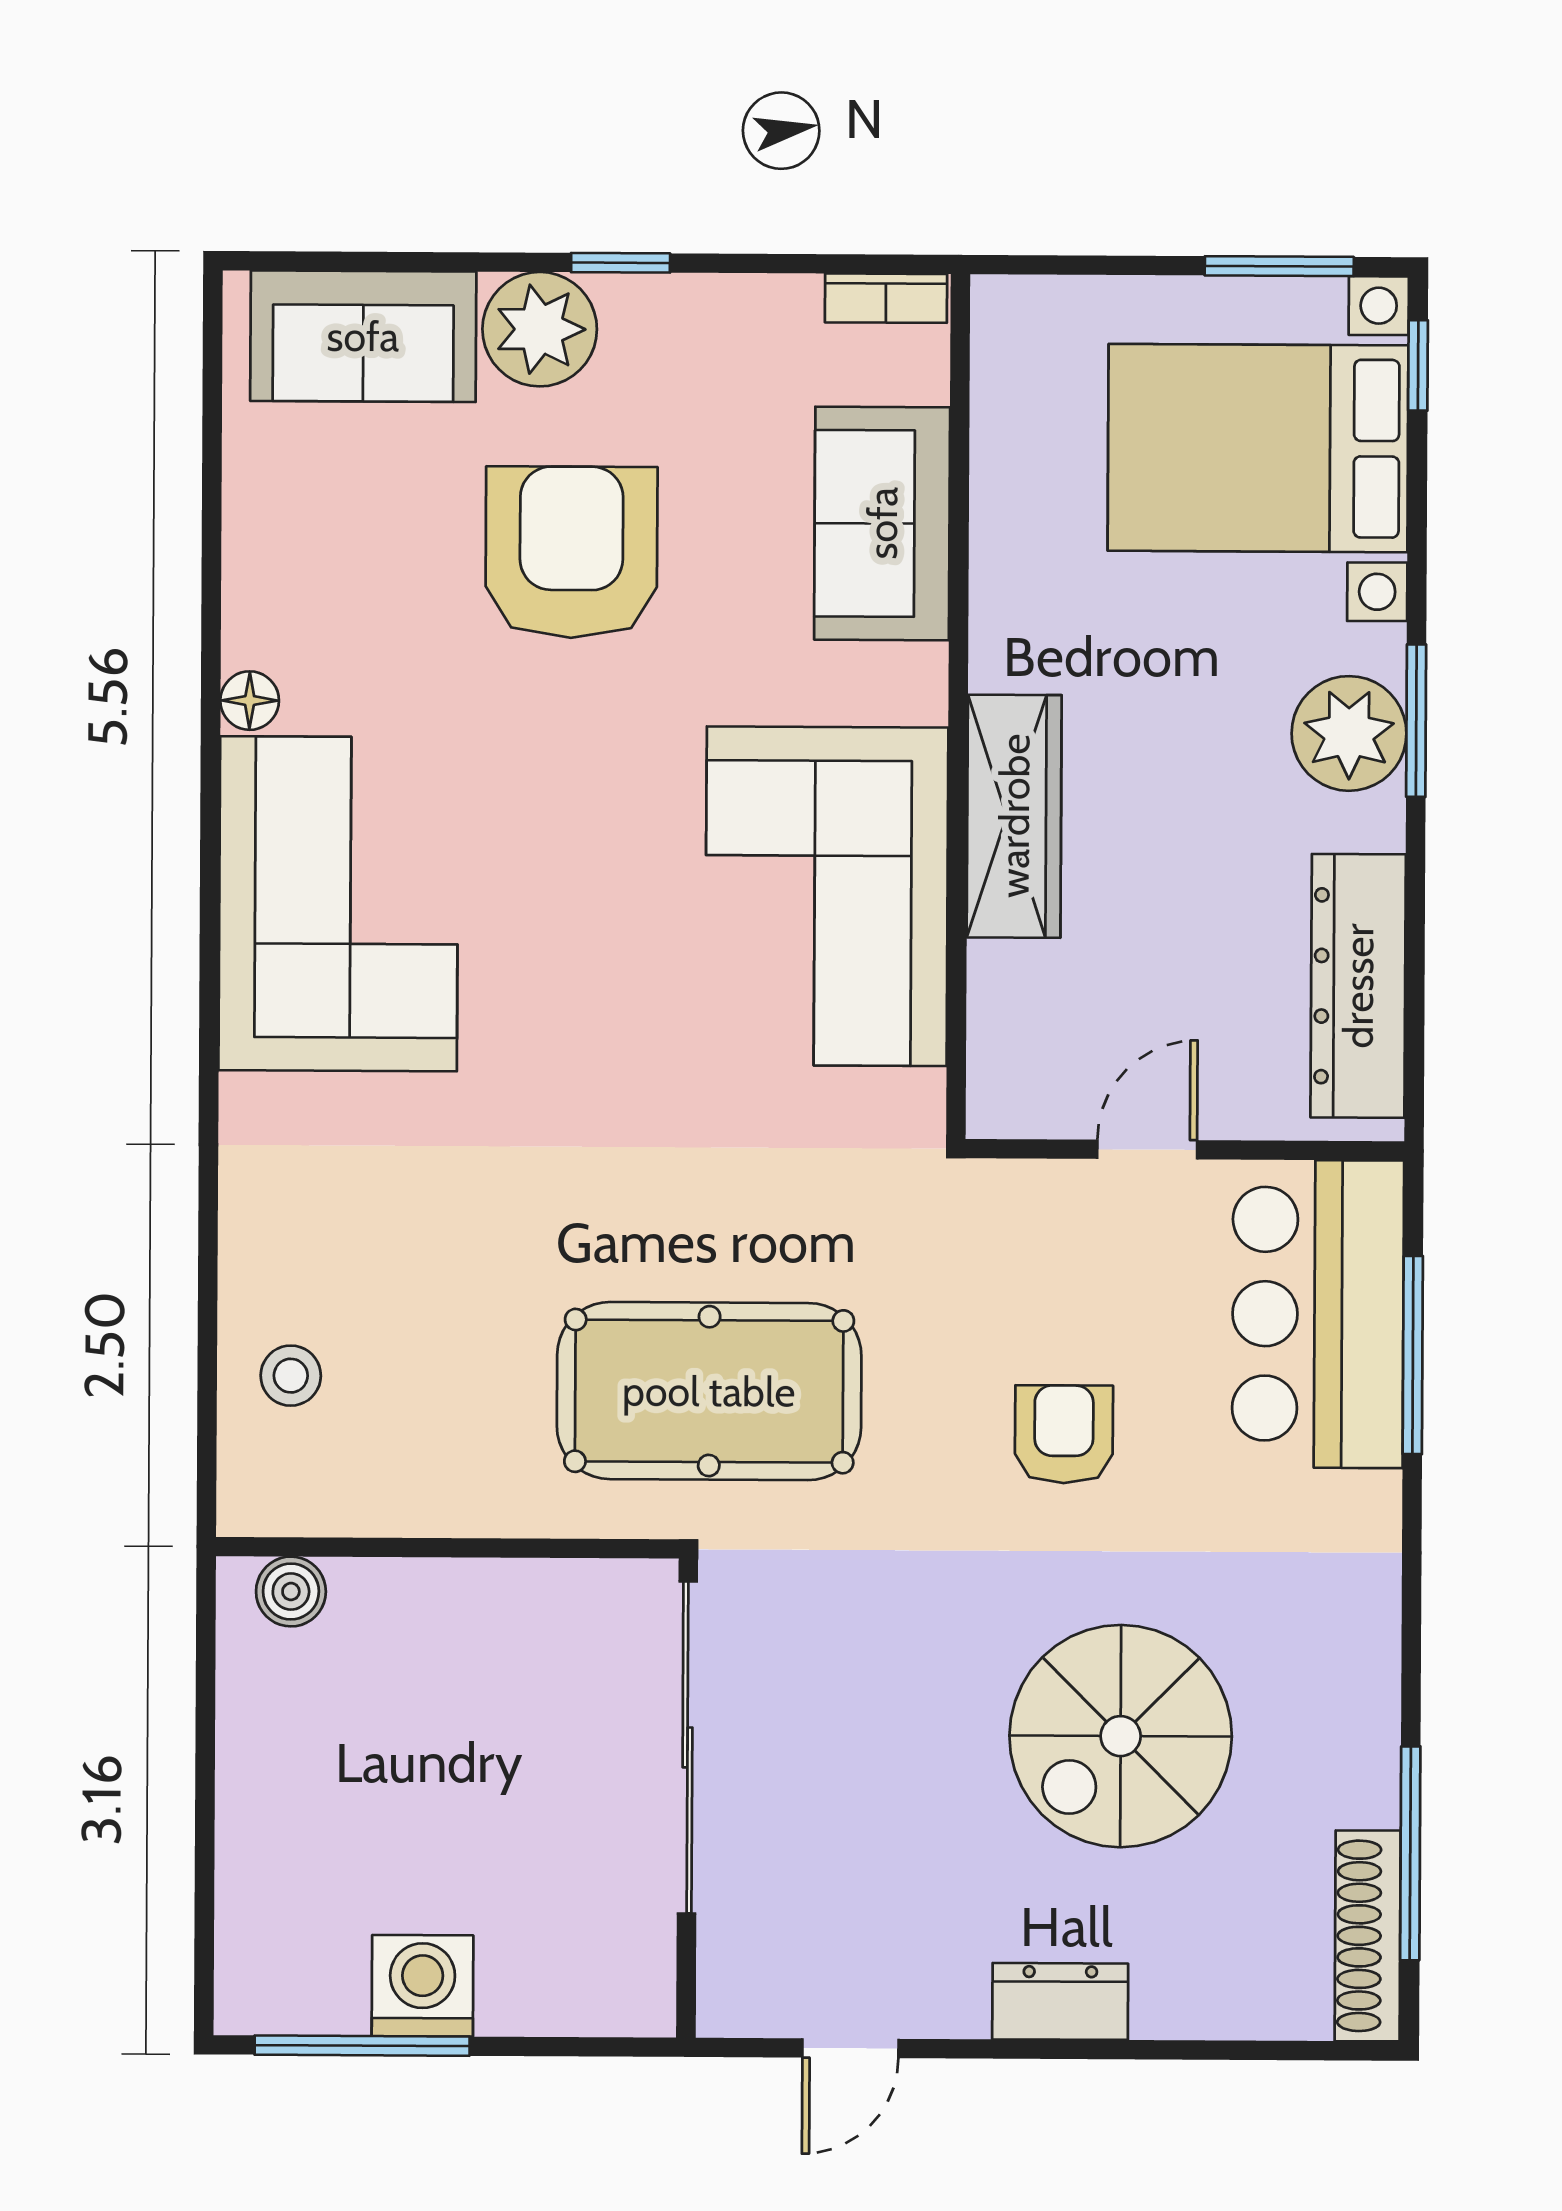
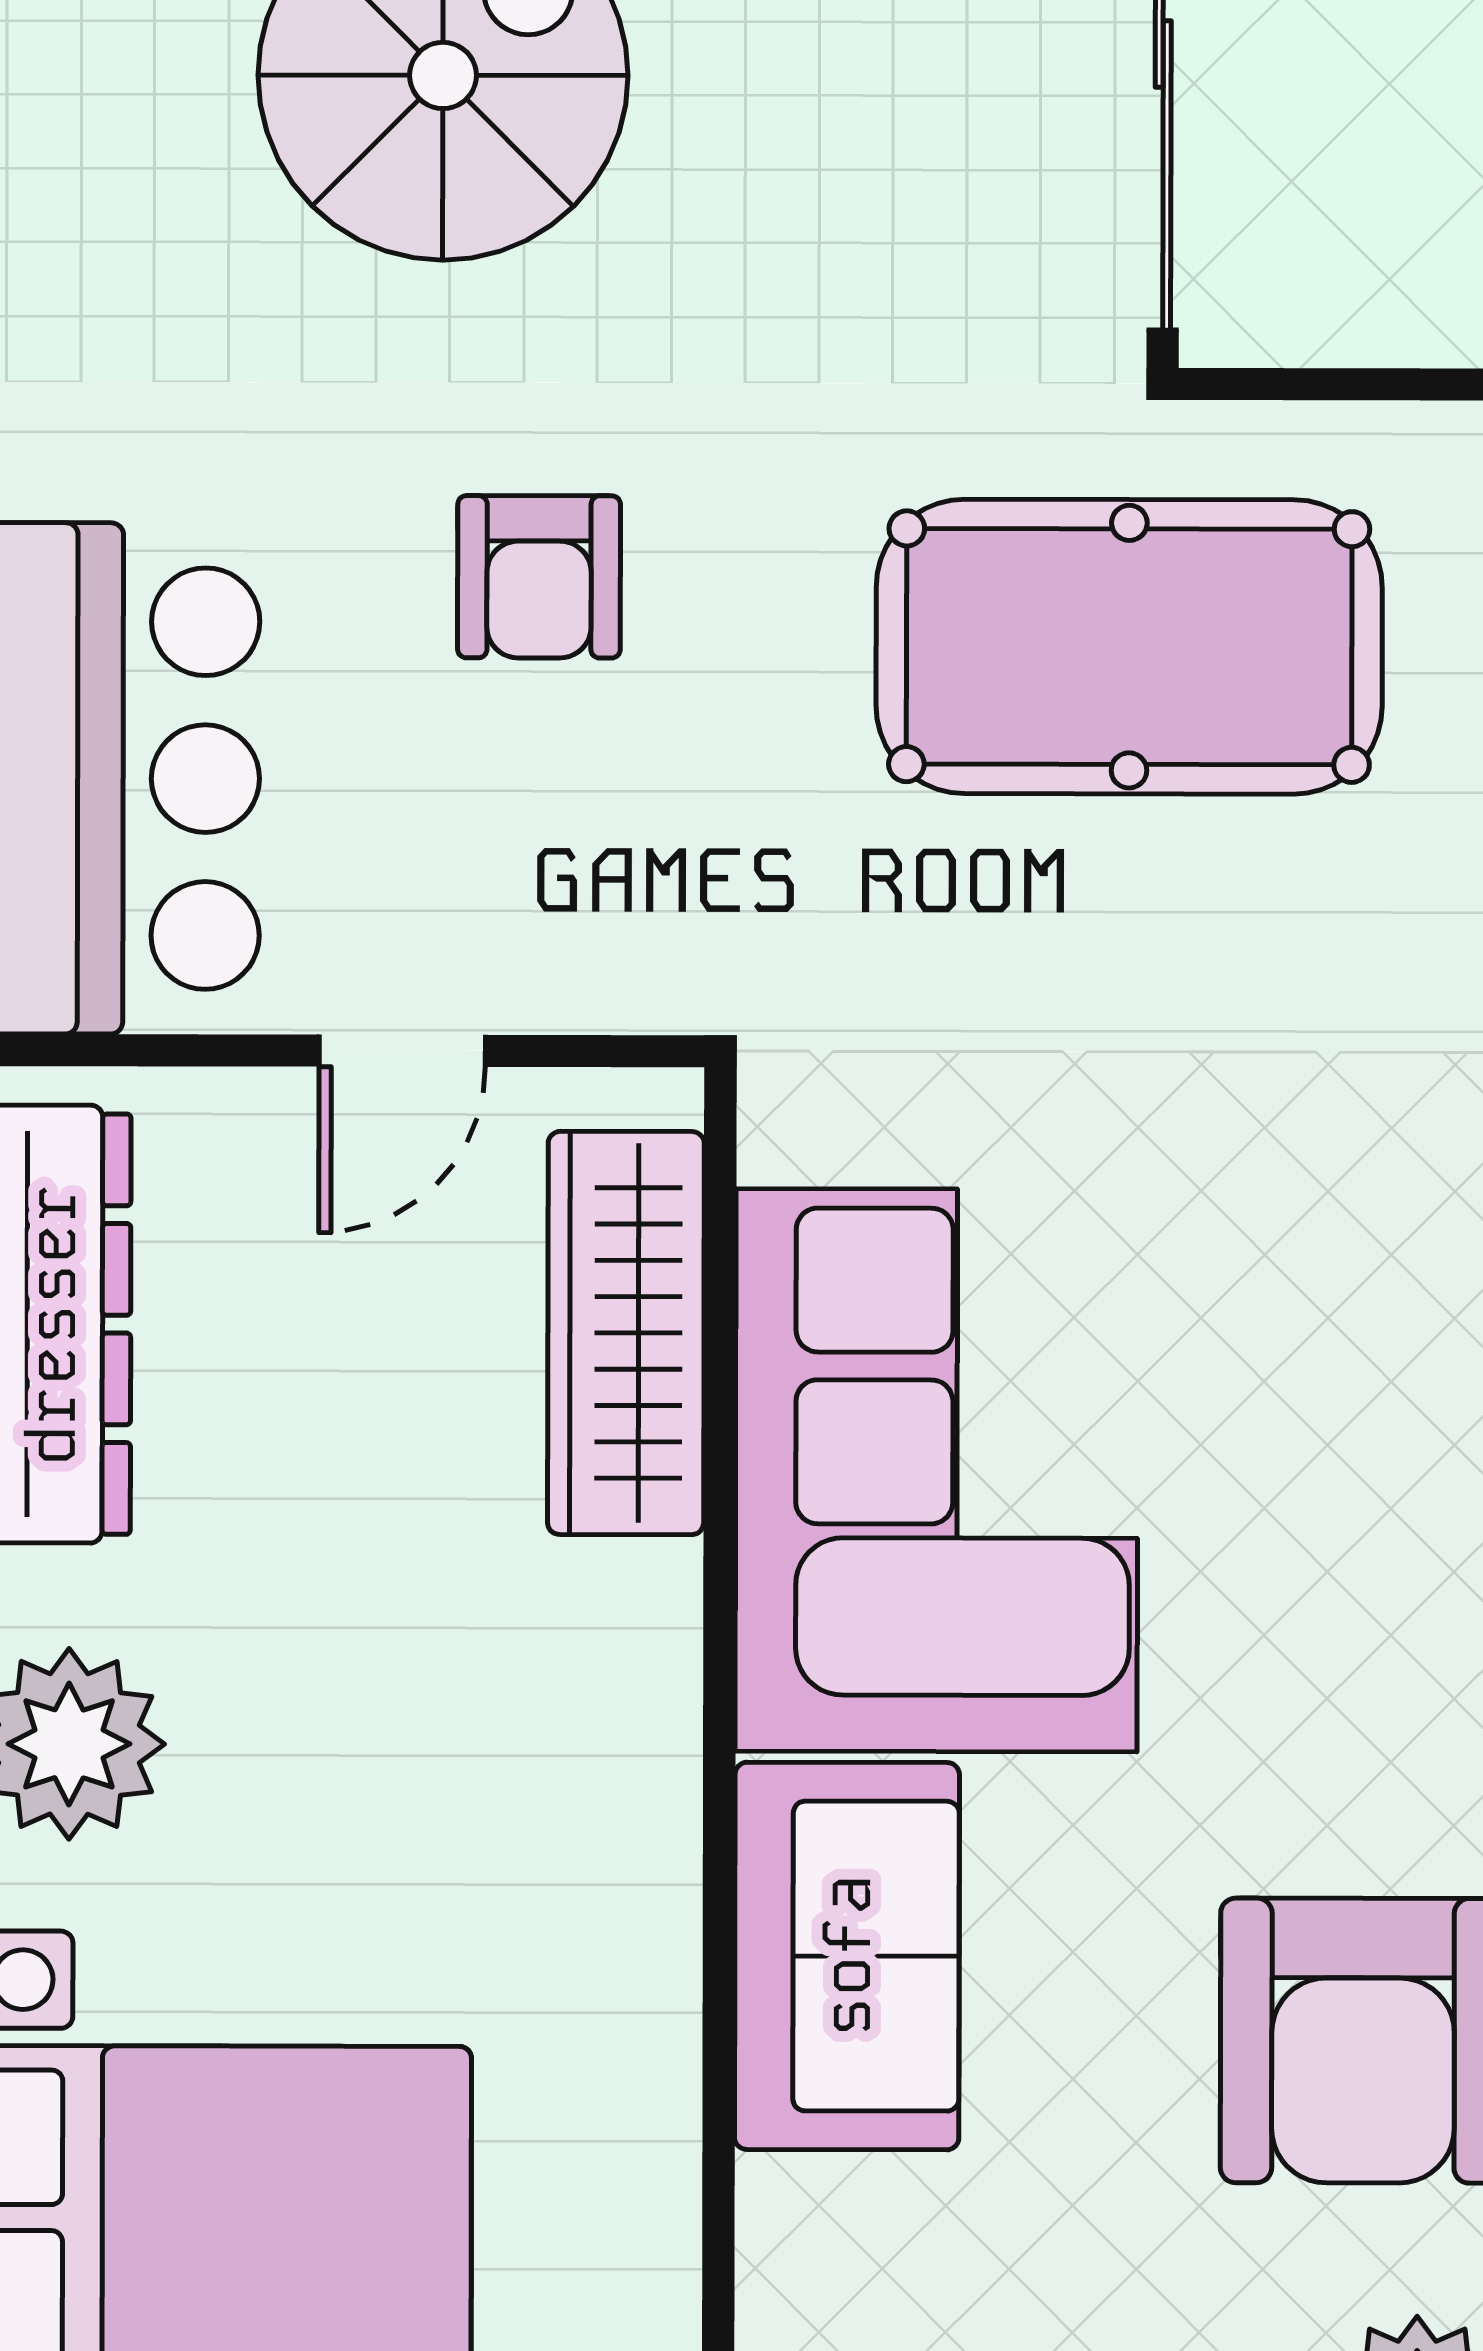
sofa: (882, 523) -> (847, 1956), moved
wardrobe: (1014, 816) -> (626, 1333), moved

